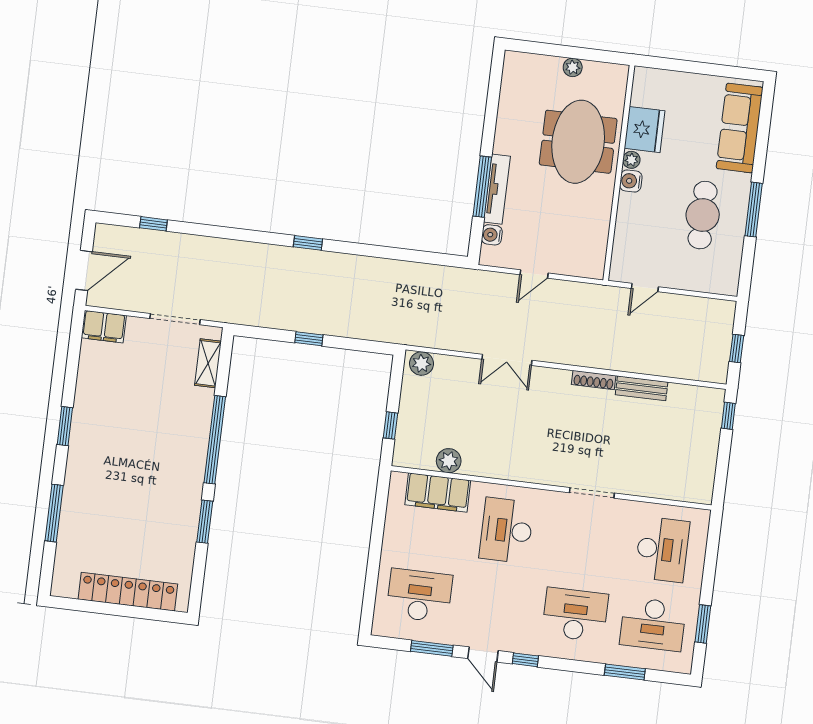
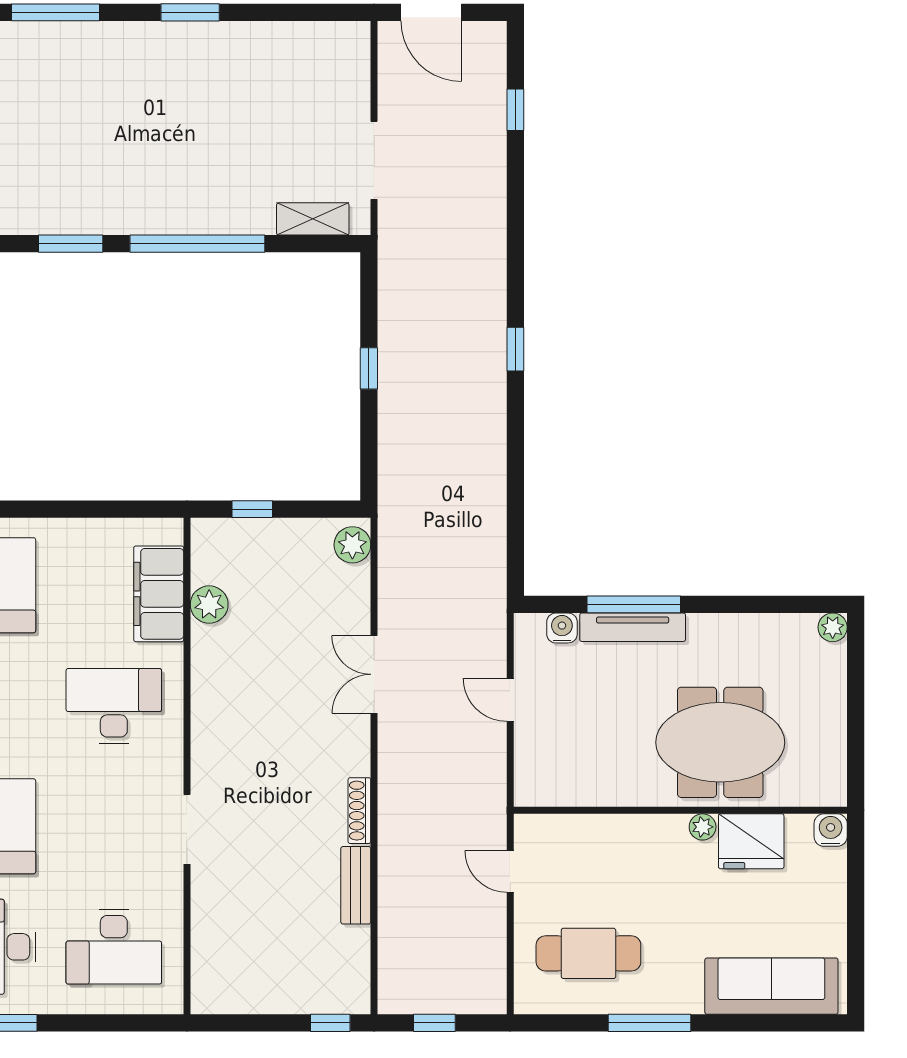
plant: (573, 67) -> (833, 627), moved
water cooler: (631, 181) -> (831, 830), moved
cafe table: (703, 215) -> (588, 953), moved
filing cabinet: (104, 327) -> (349, 53), removed

